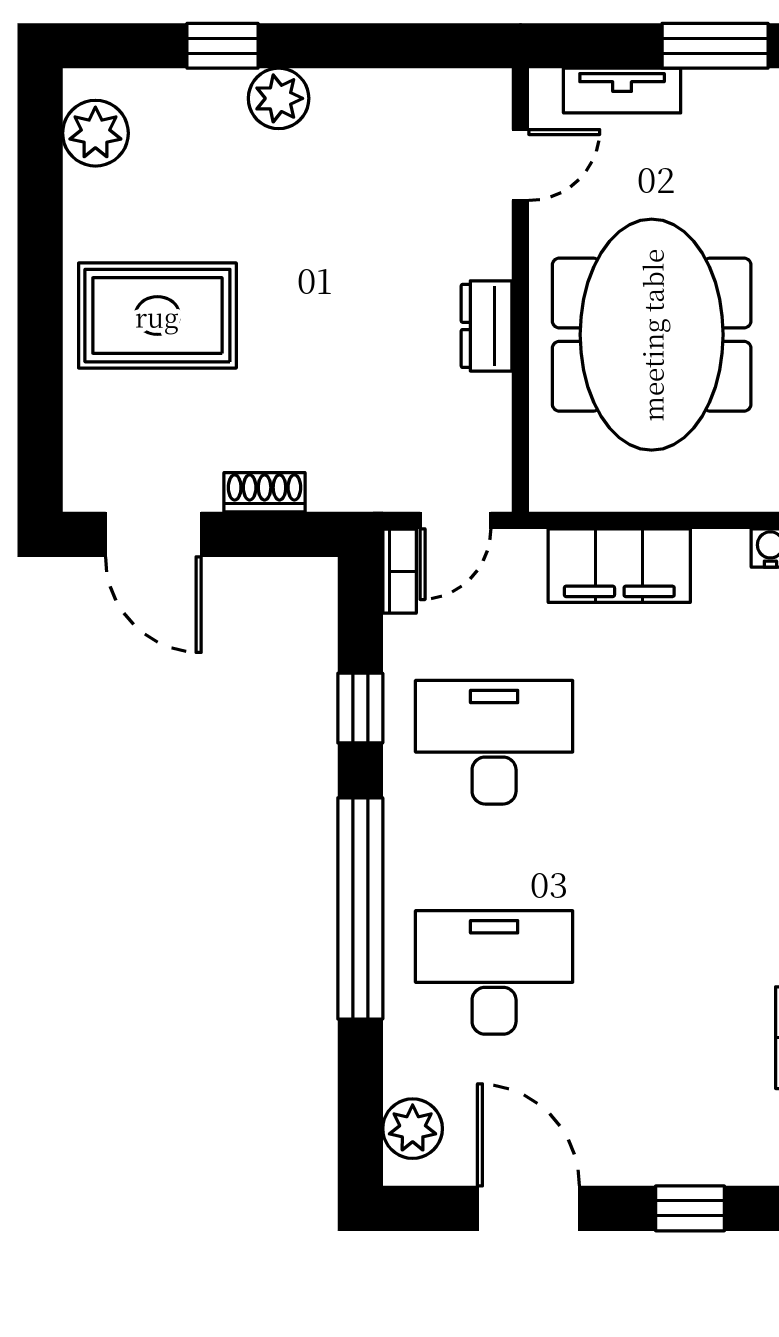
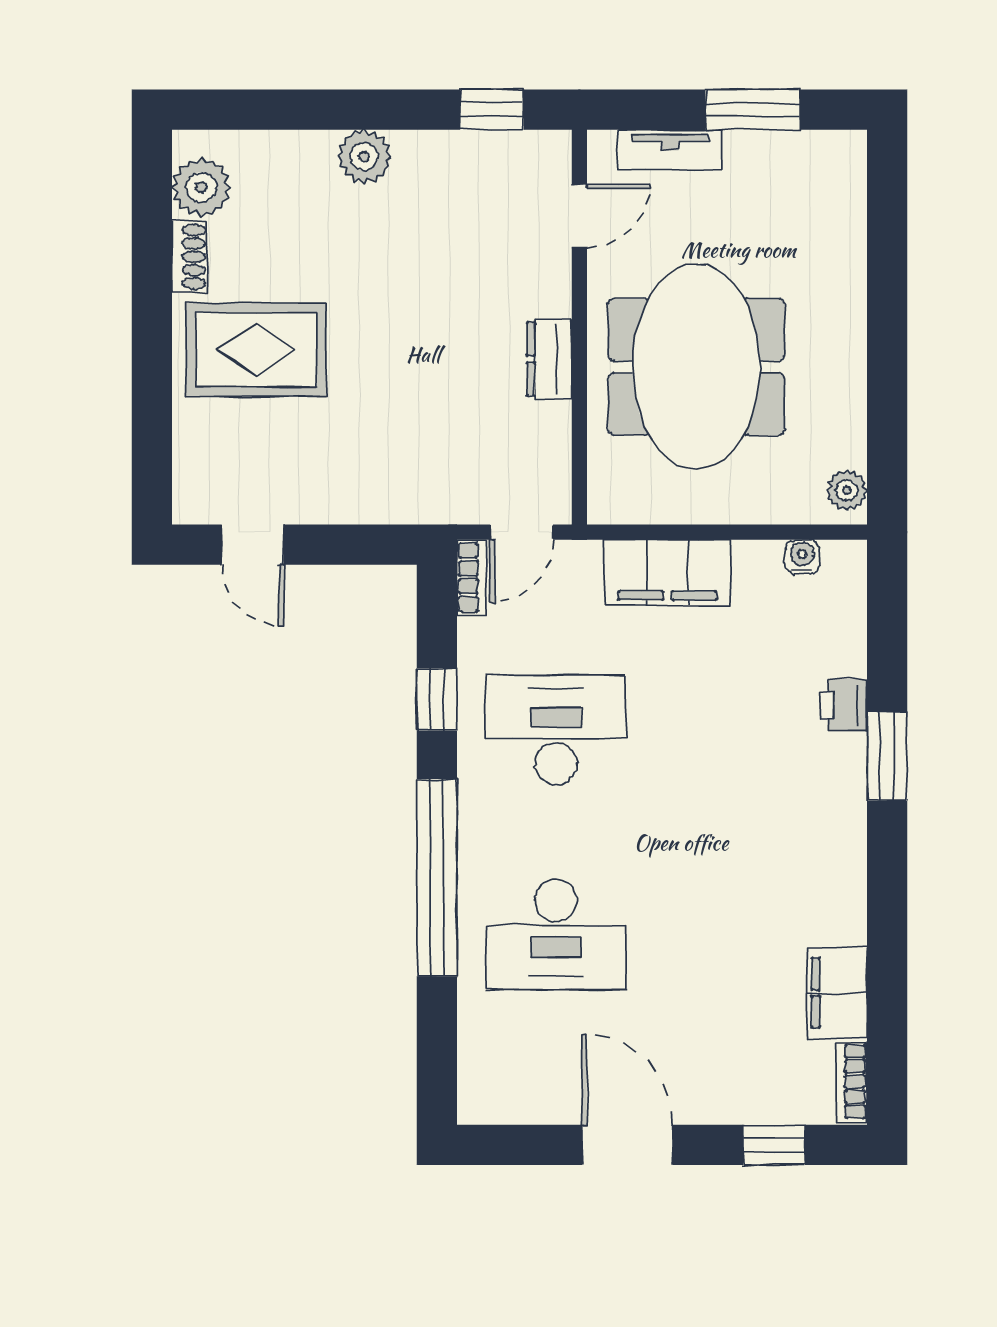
window: (223, 46) -> (492, 110), moved
shoe rack: (265, 492) -> (189, 257), moved, turned 90
door: (153, 534) -> (253, 545), width x0.73
desk: (494, 972) -> (556, 935), turned 180
plant: (413, 1129) -> (483, 1074), removed
door: (528, 1208) -> (627, 1145), moved
window: (690, 1208) -> (774, 1145), moved

